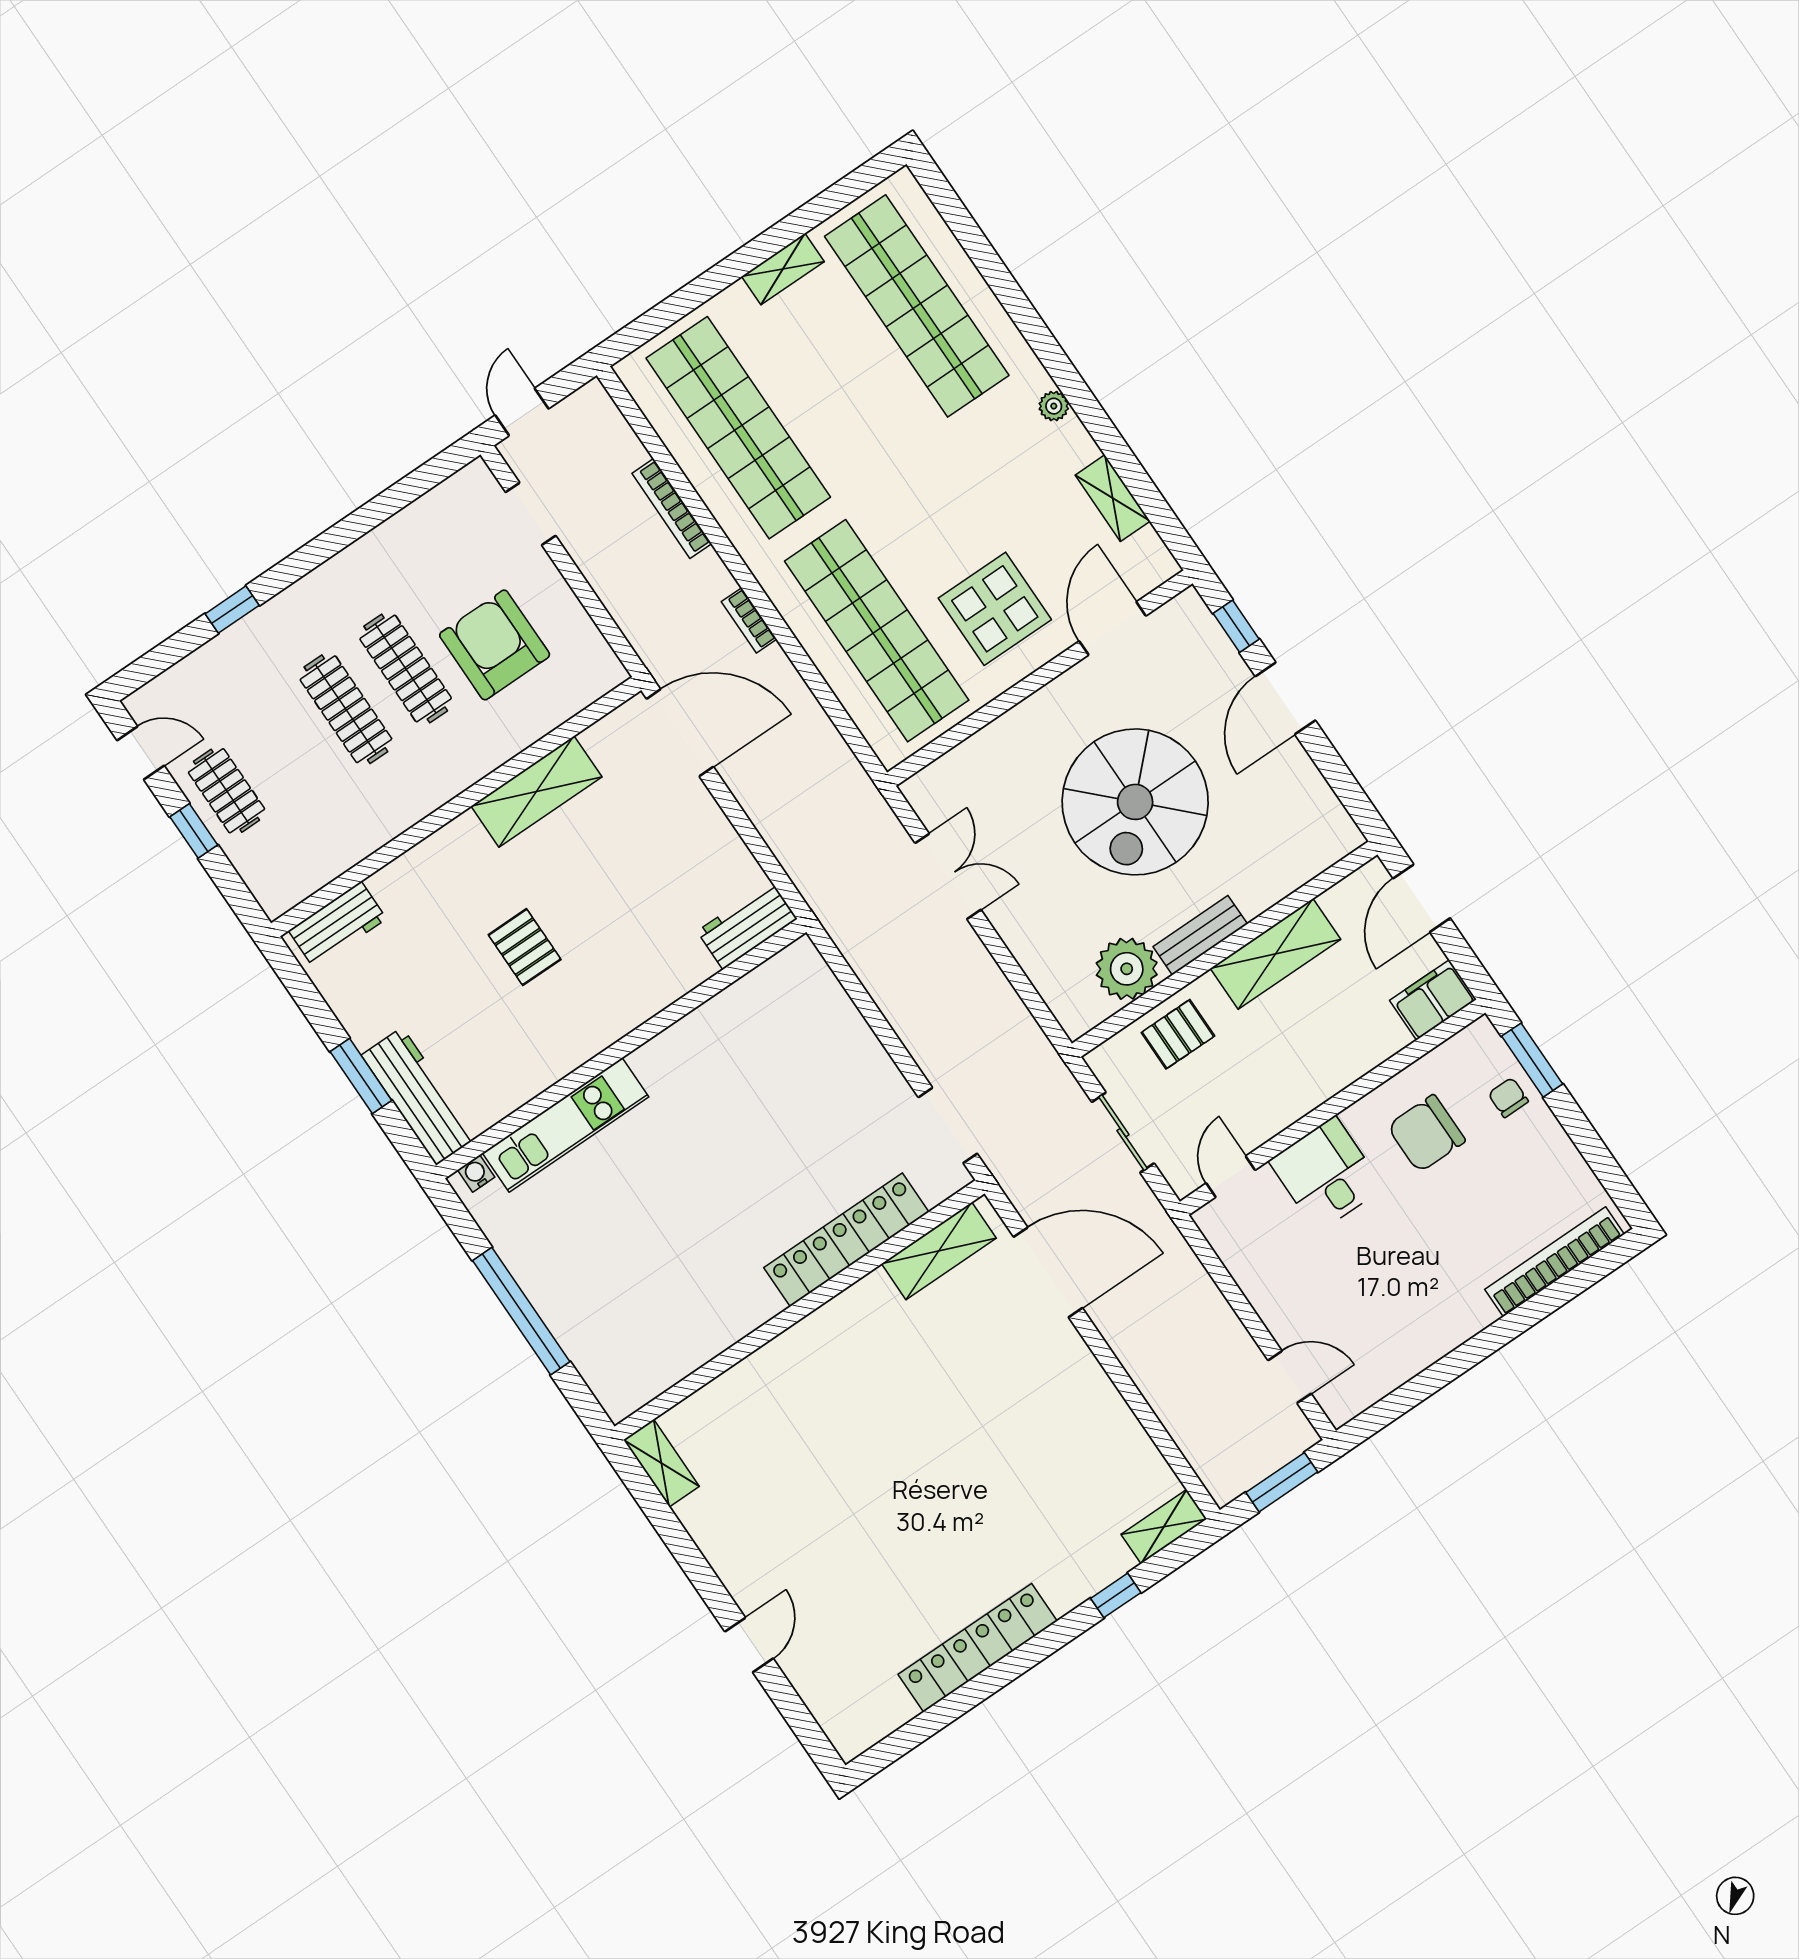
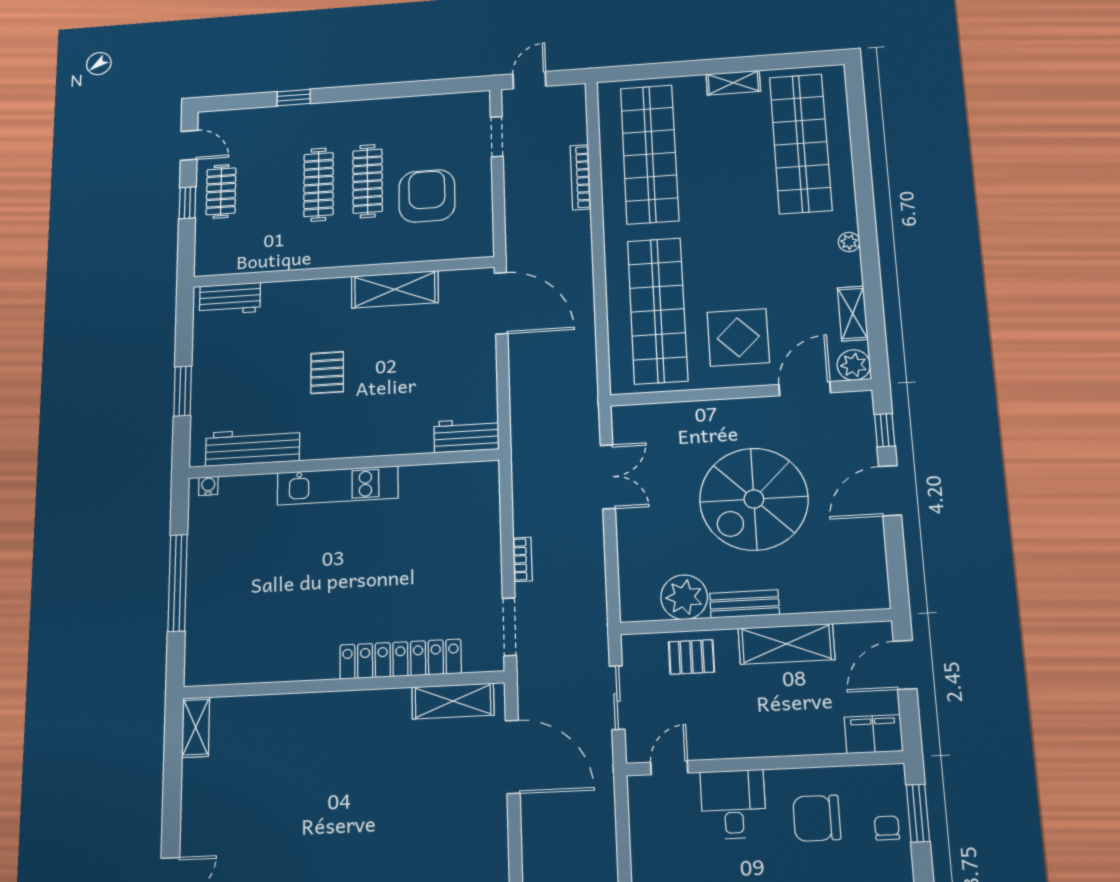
plant: (1152, 564) -> (854, 365), added
bookcase: (749, 620) -> (523, 559), moved, turned 180
workbench: (419, 1096) -> (253, 447), moved, turned -90
kitchen unit: (566, 1125) -> (338, 485), moved

